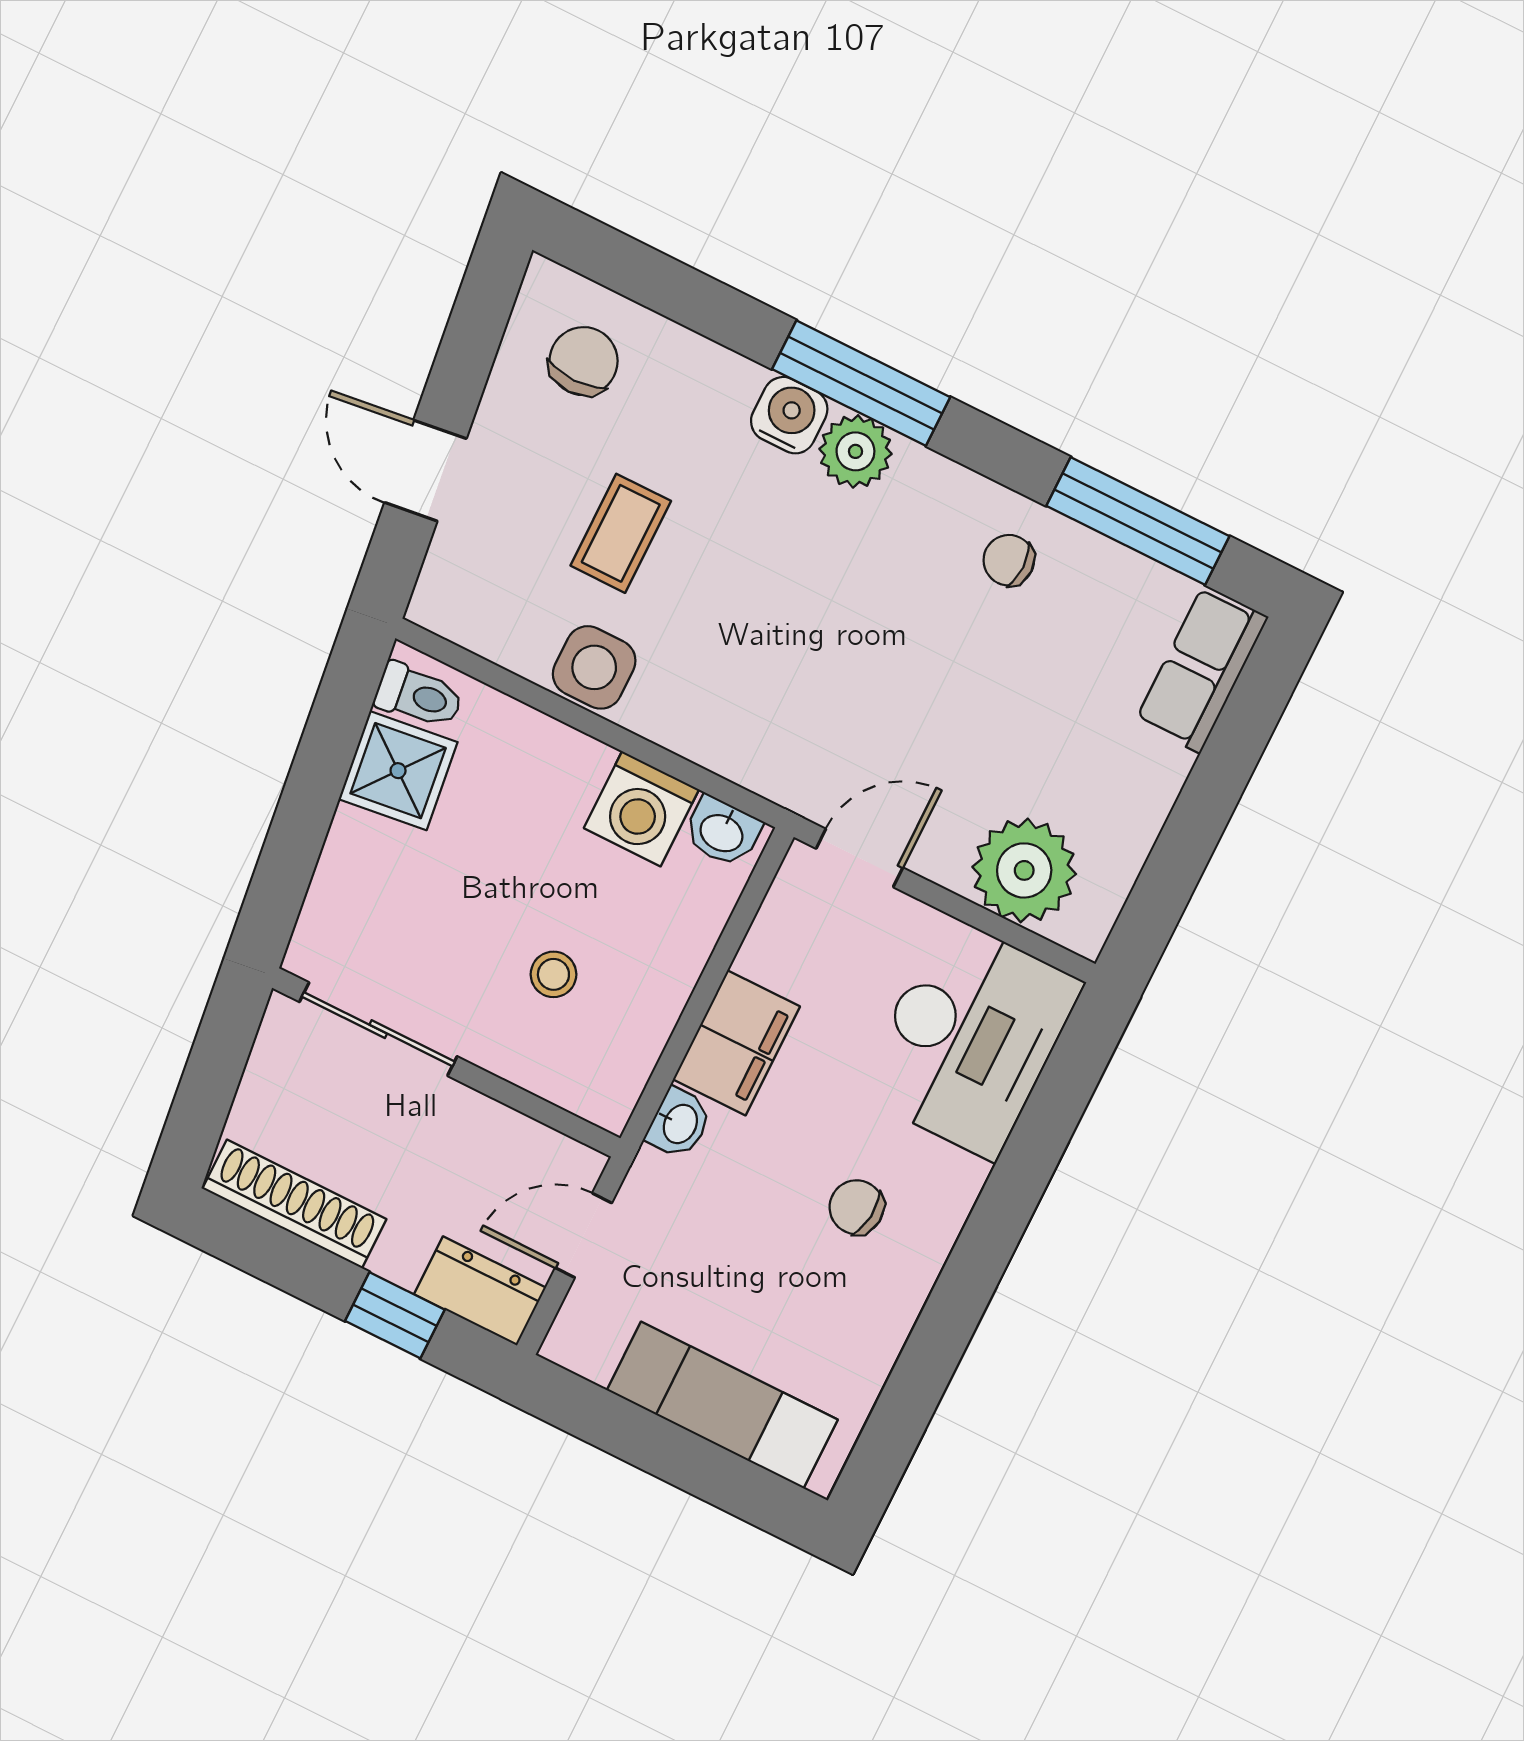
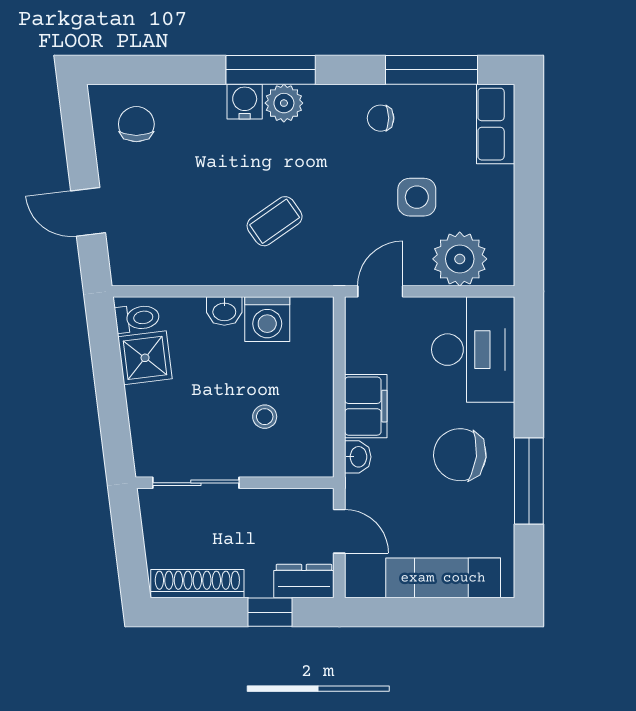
coffee table: (621, 533) -> (275, 221), moved, turned 55
side table: (594, 667) -> (417, 197), moved
washbasin: (722, 832) -> (224, 311), moved
chair: (857, 1207) -> (460, 455), width x1.87, depth x1.87
door: (584, 1235) -> (339, 531), swing flipped
window: (953, 1312) -> (529, 481), added

